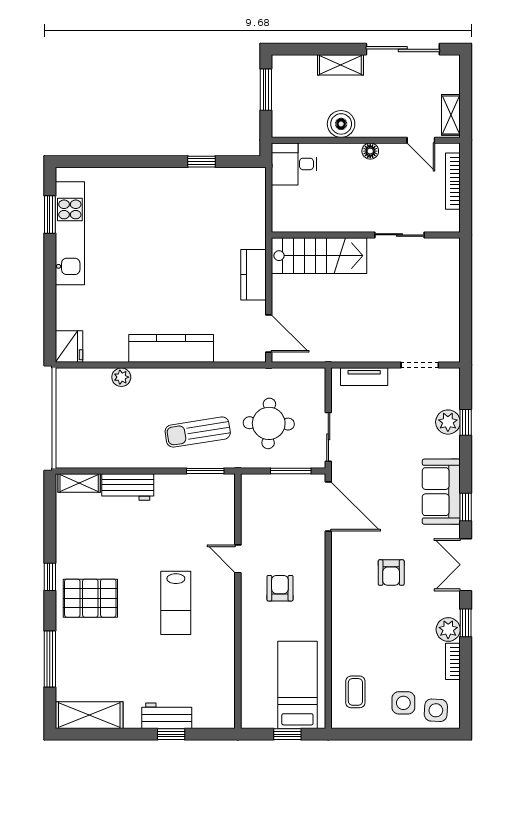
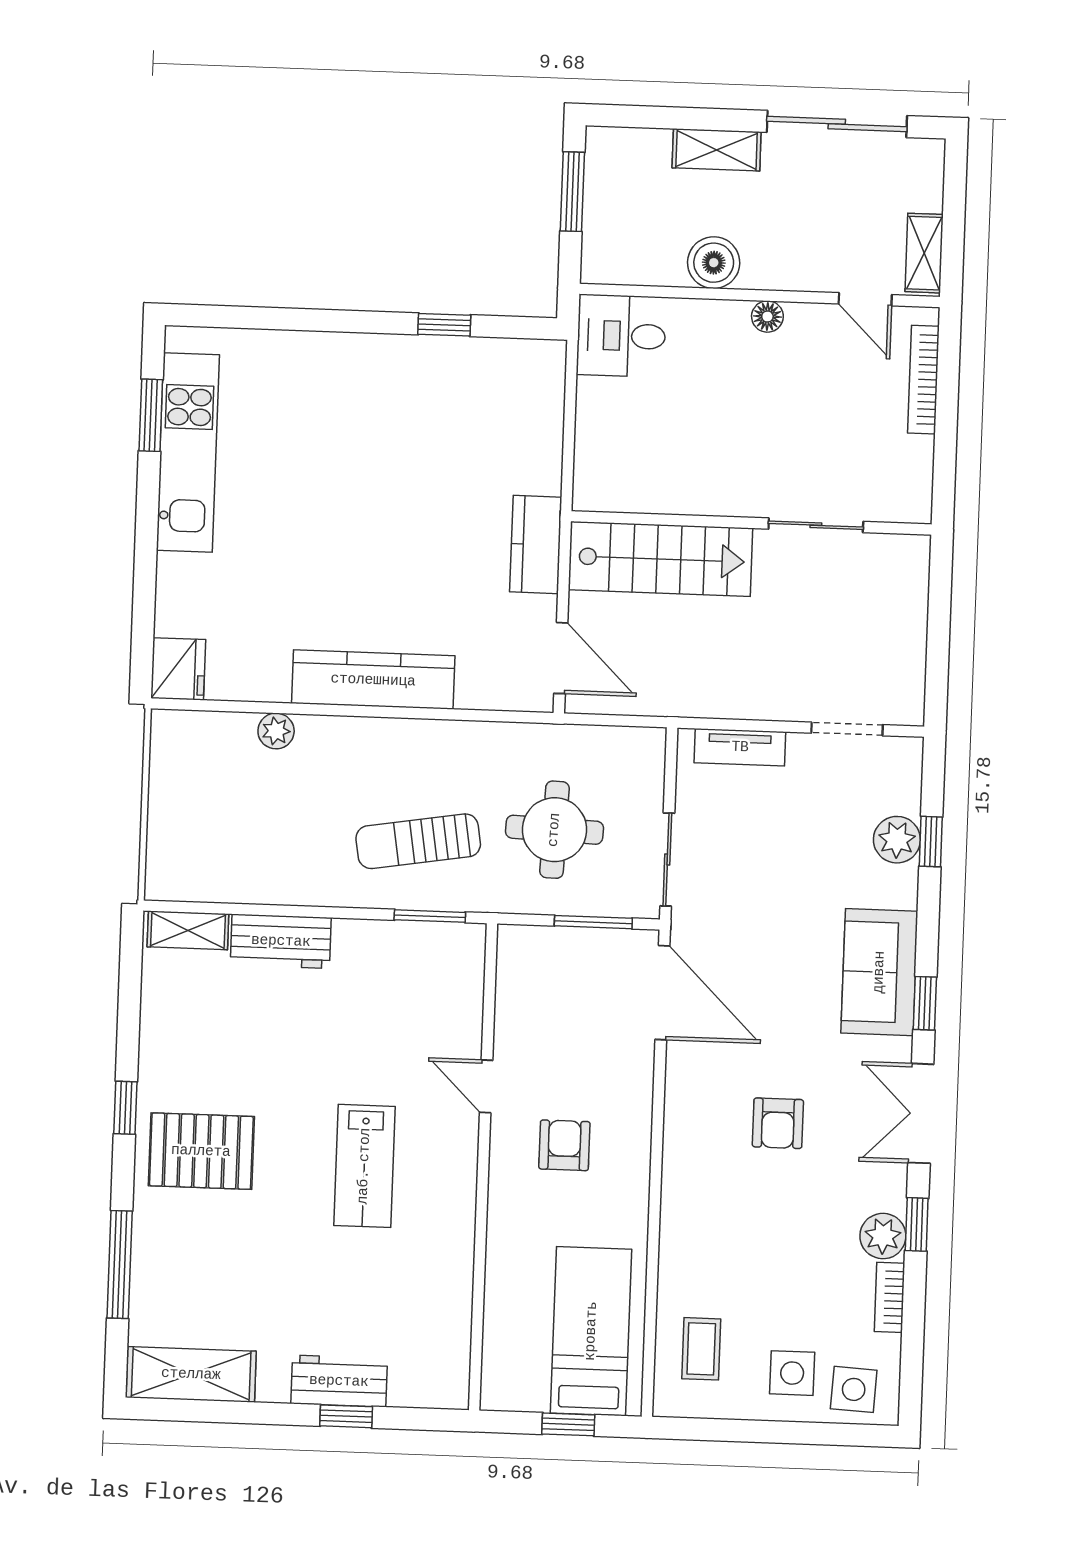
wall: (366, 235) -> (751, 523), moved
sliding door: (400, 235) -> (816, 525), moved
stairs: (319, 256) -> (661, 559), moved

